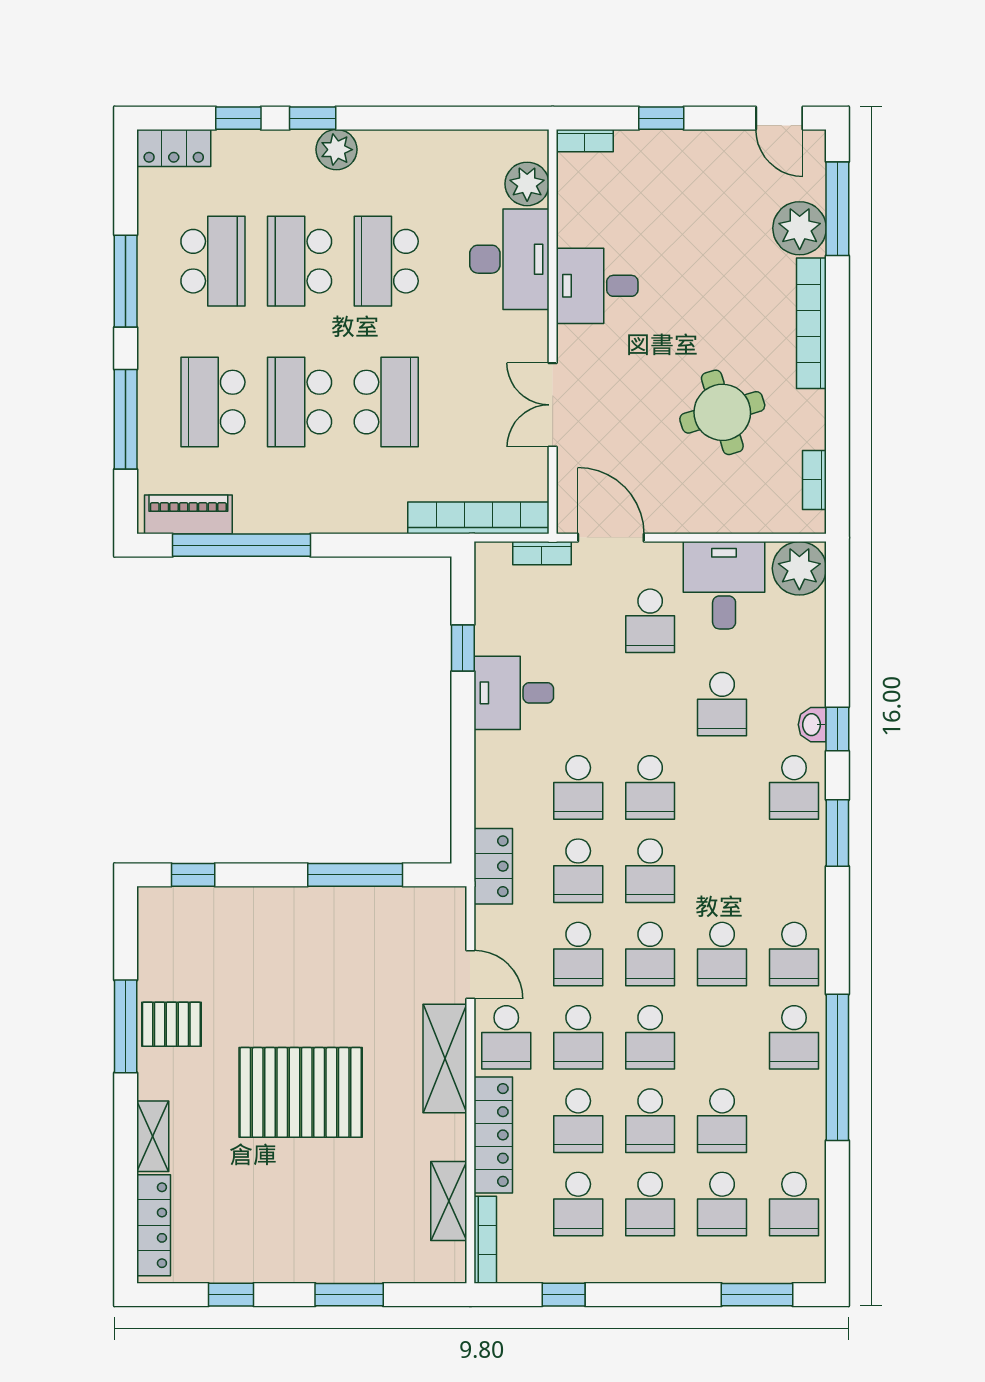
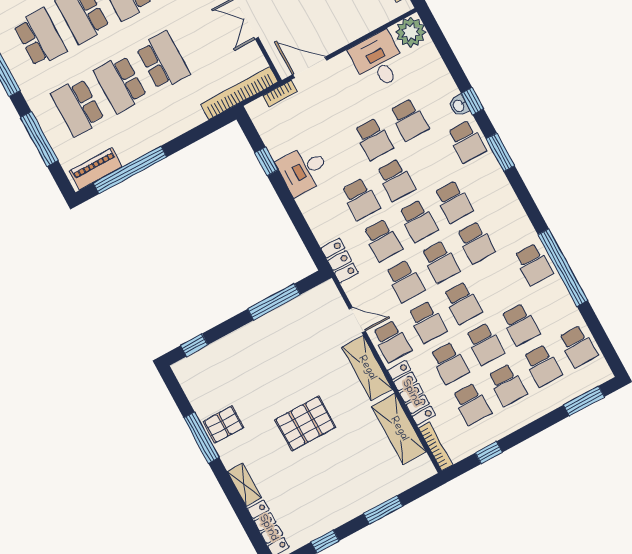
school desk: (650, 621) -> (374, 139), moved
school desk: (794, 954) -> (453, 202), moved
pallet: (301, 1092) -> (305, 423), width x0.73, depth x0.71
shelving: (449, 1201) -> (399, 429), width x1.50, depth x1.33

